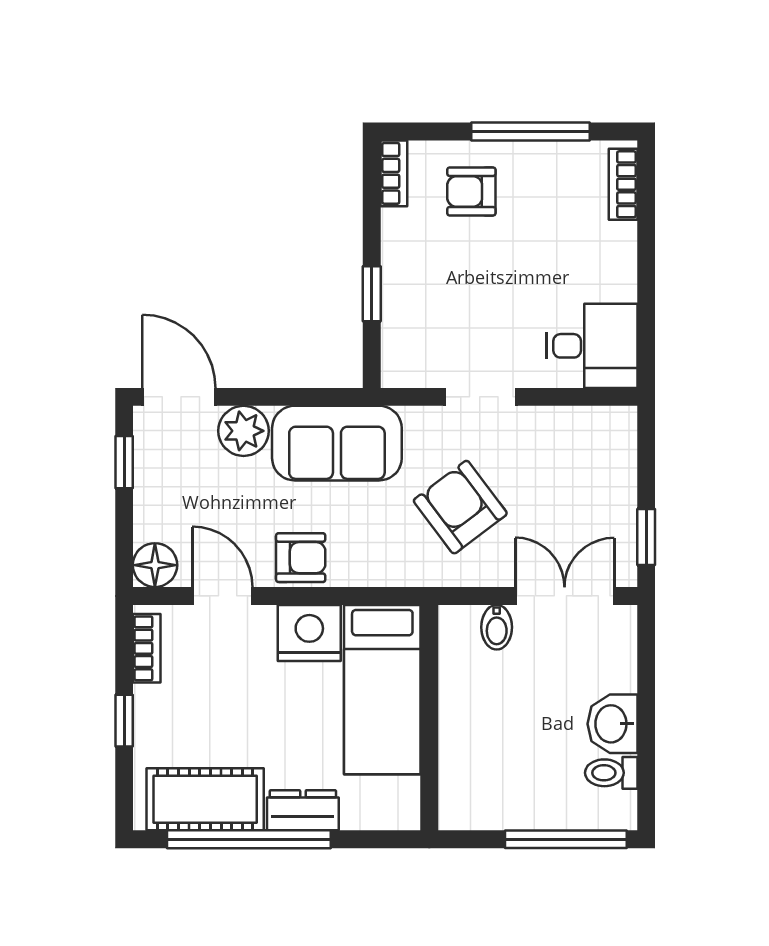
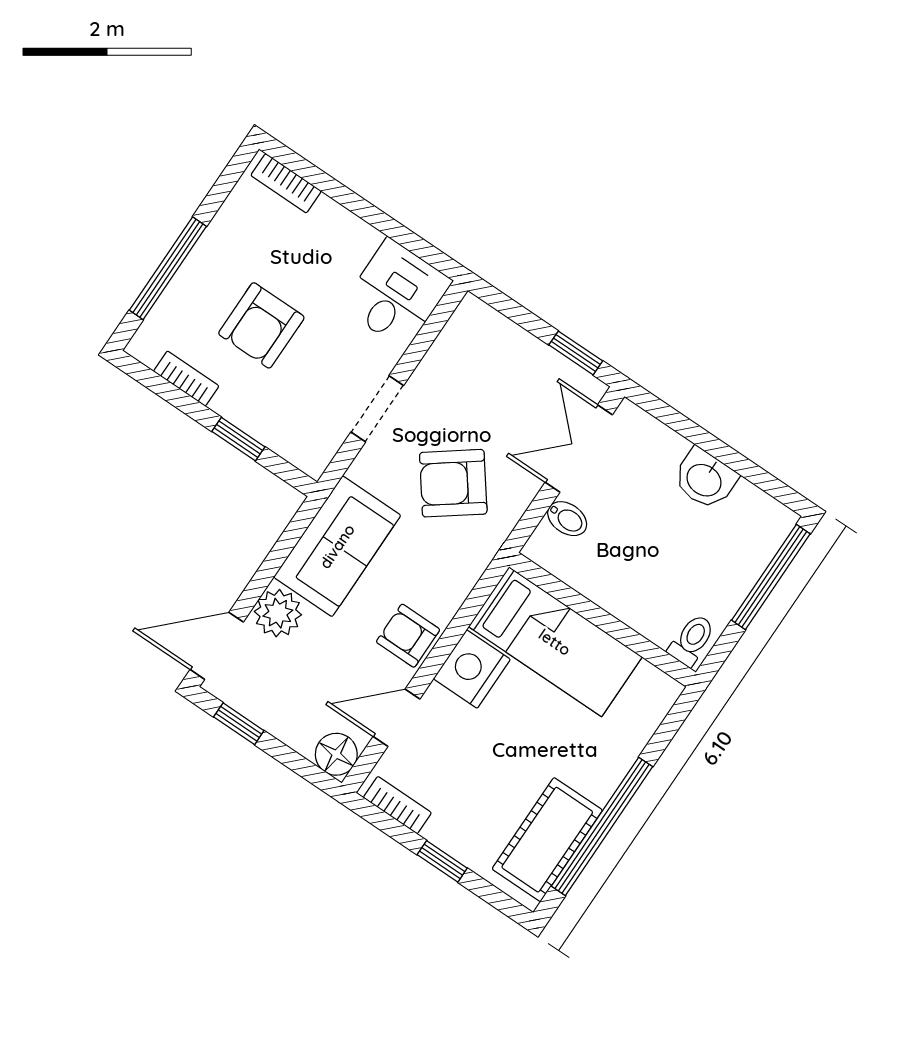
window: (531, 131) -> (168, 268), moved
bookcase: (394, 173) -> (186, 379), moved
armchair: (471, 192) -> (261, 325), moved, width x1.38, depth x1.38
armchair: (301, 558) -> (408, 636), turned -90
toilet: (611, 773) -> (692, 640), moved, turned 180
dresser: (303, 810) -> (608, 768), removed

